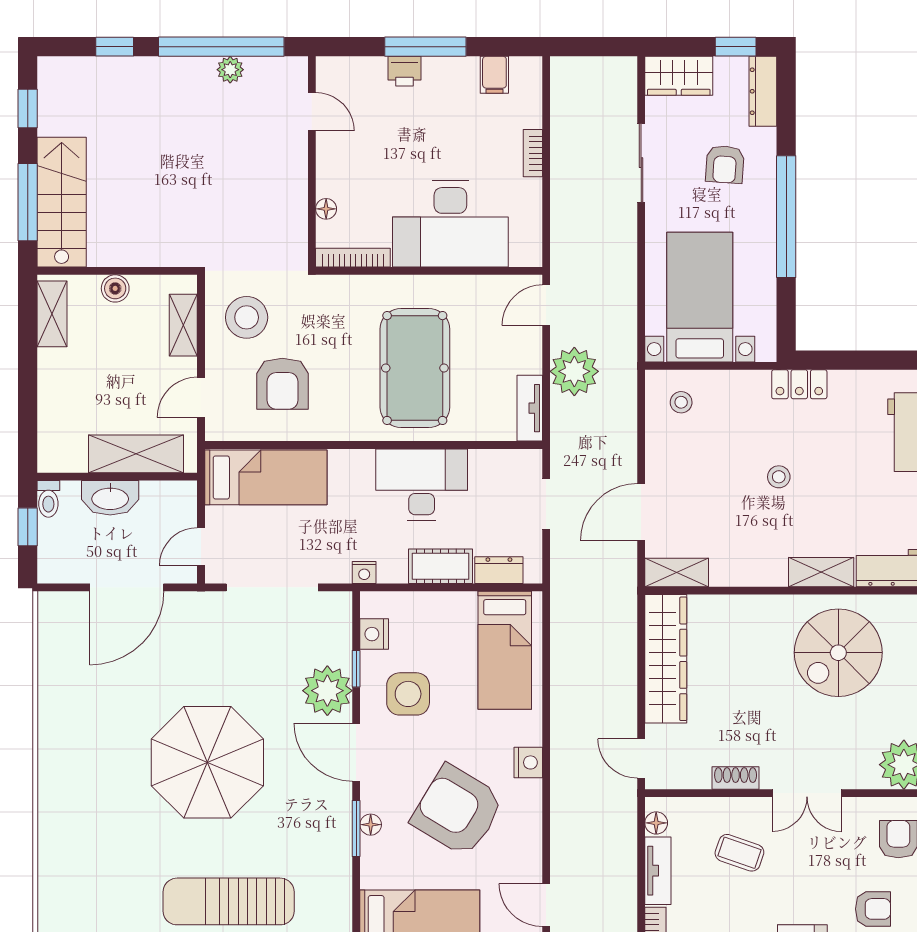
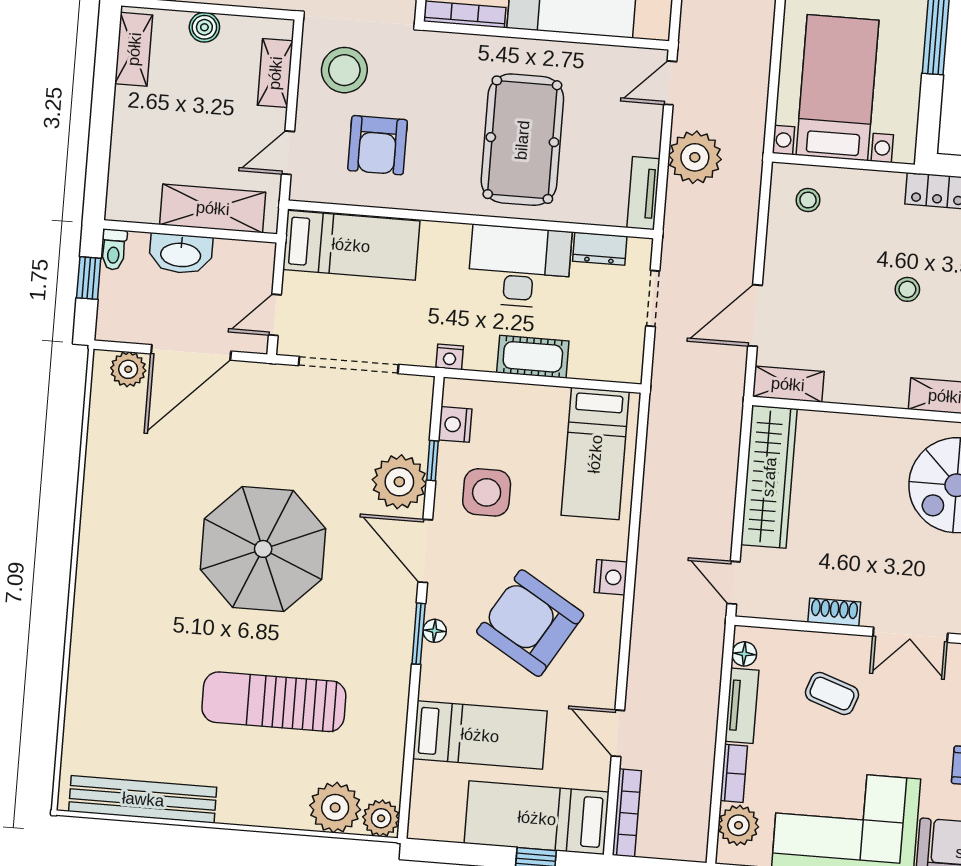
dresser: (499, 570) -> (600, 249), moved, turned 180
plant: (71, 608) -> (128, 369), added

